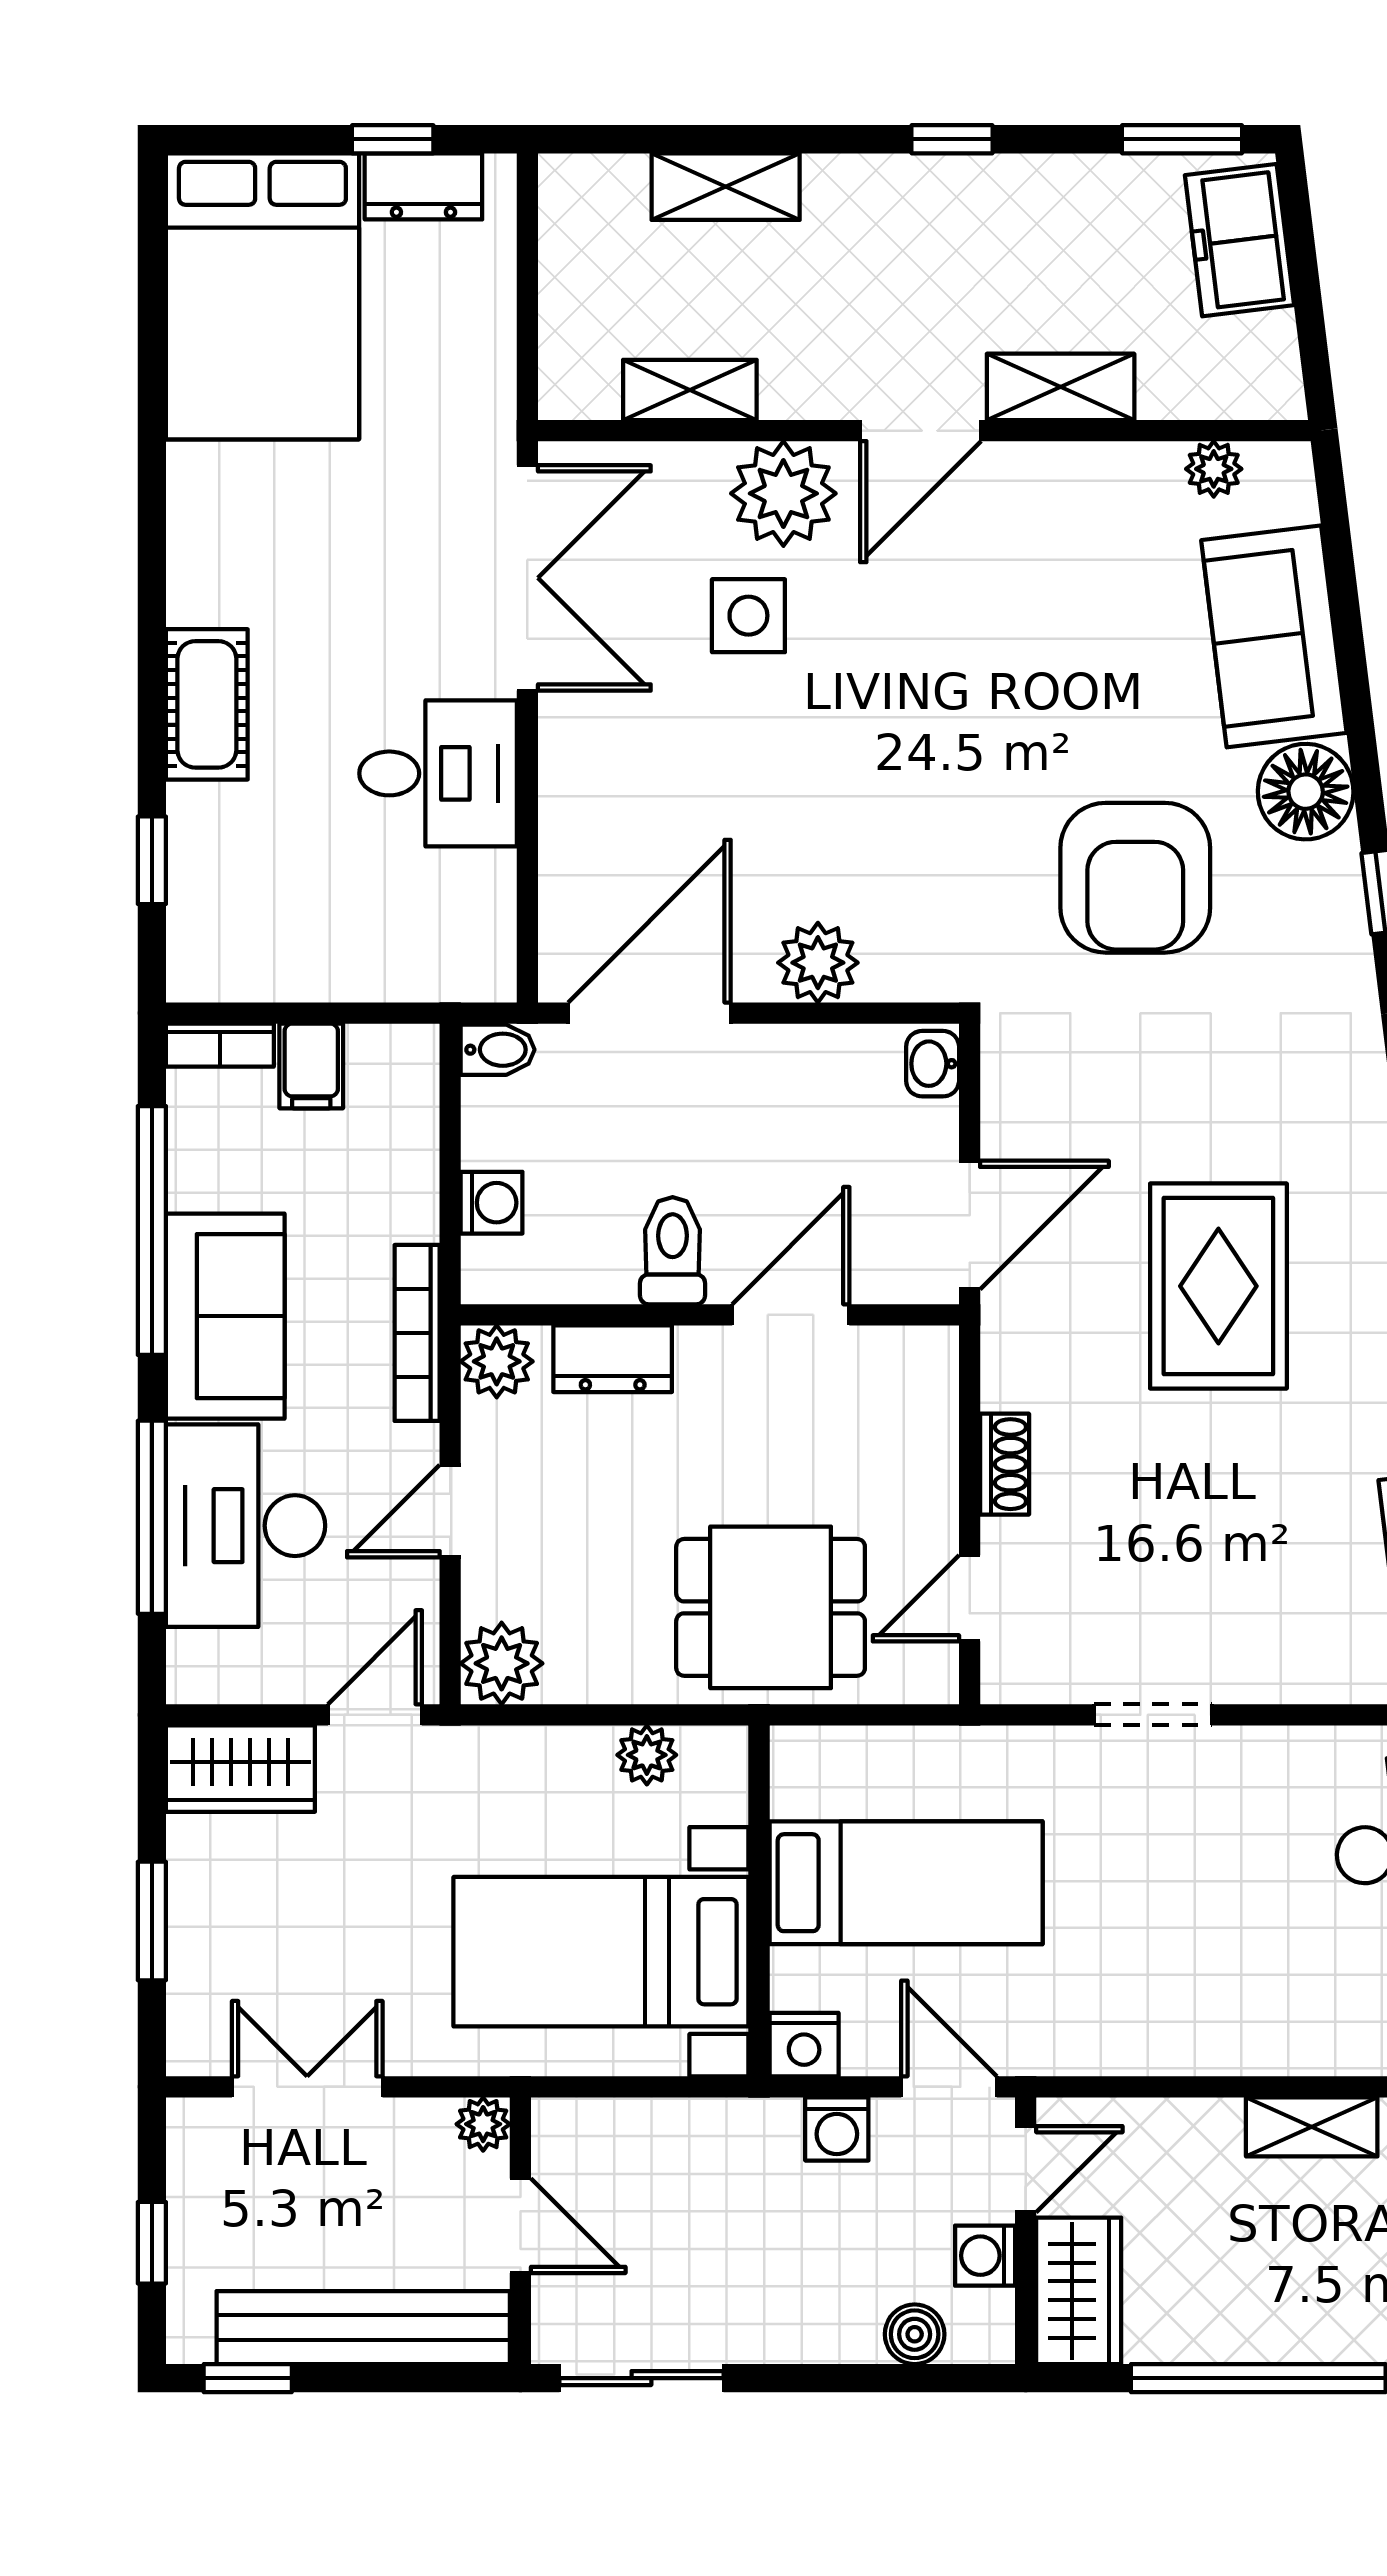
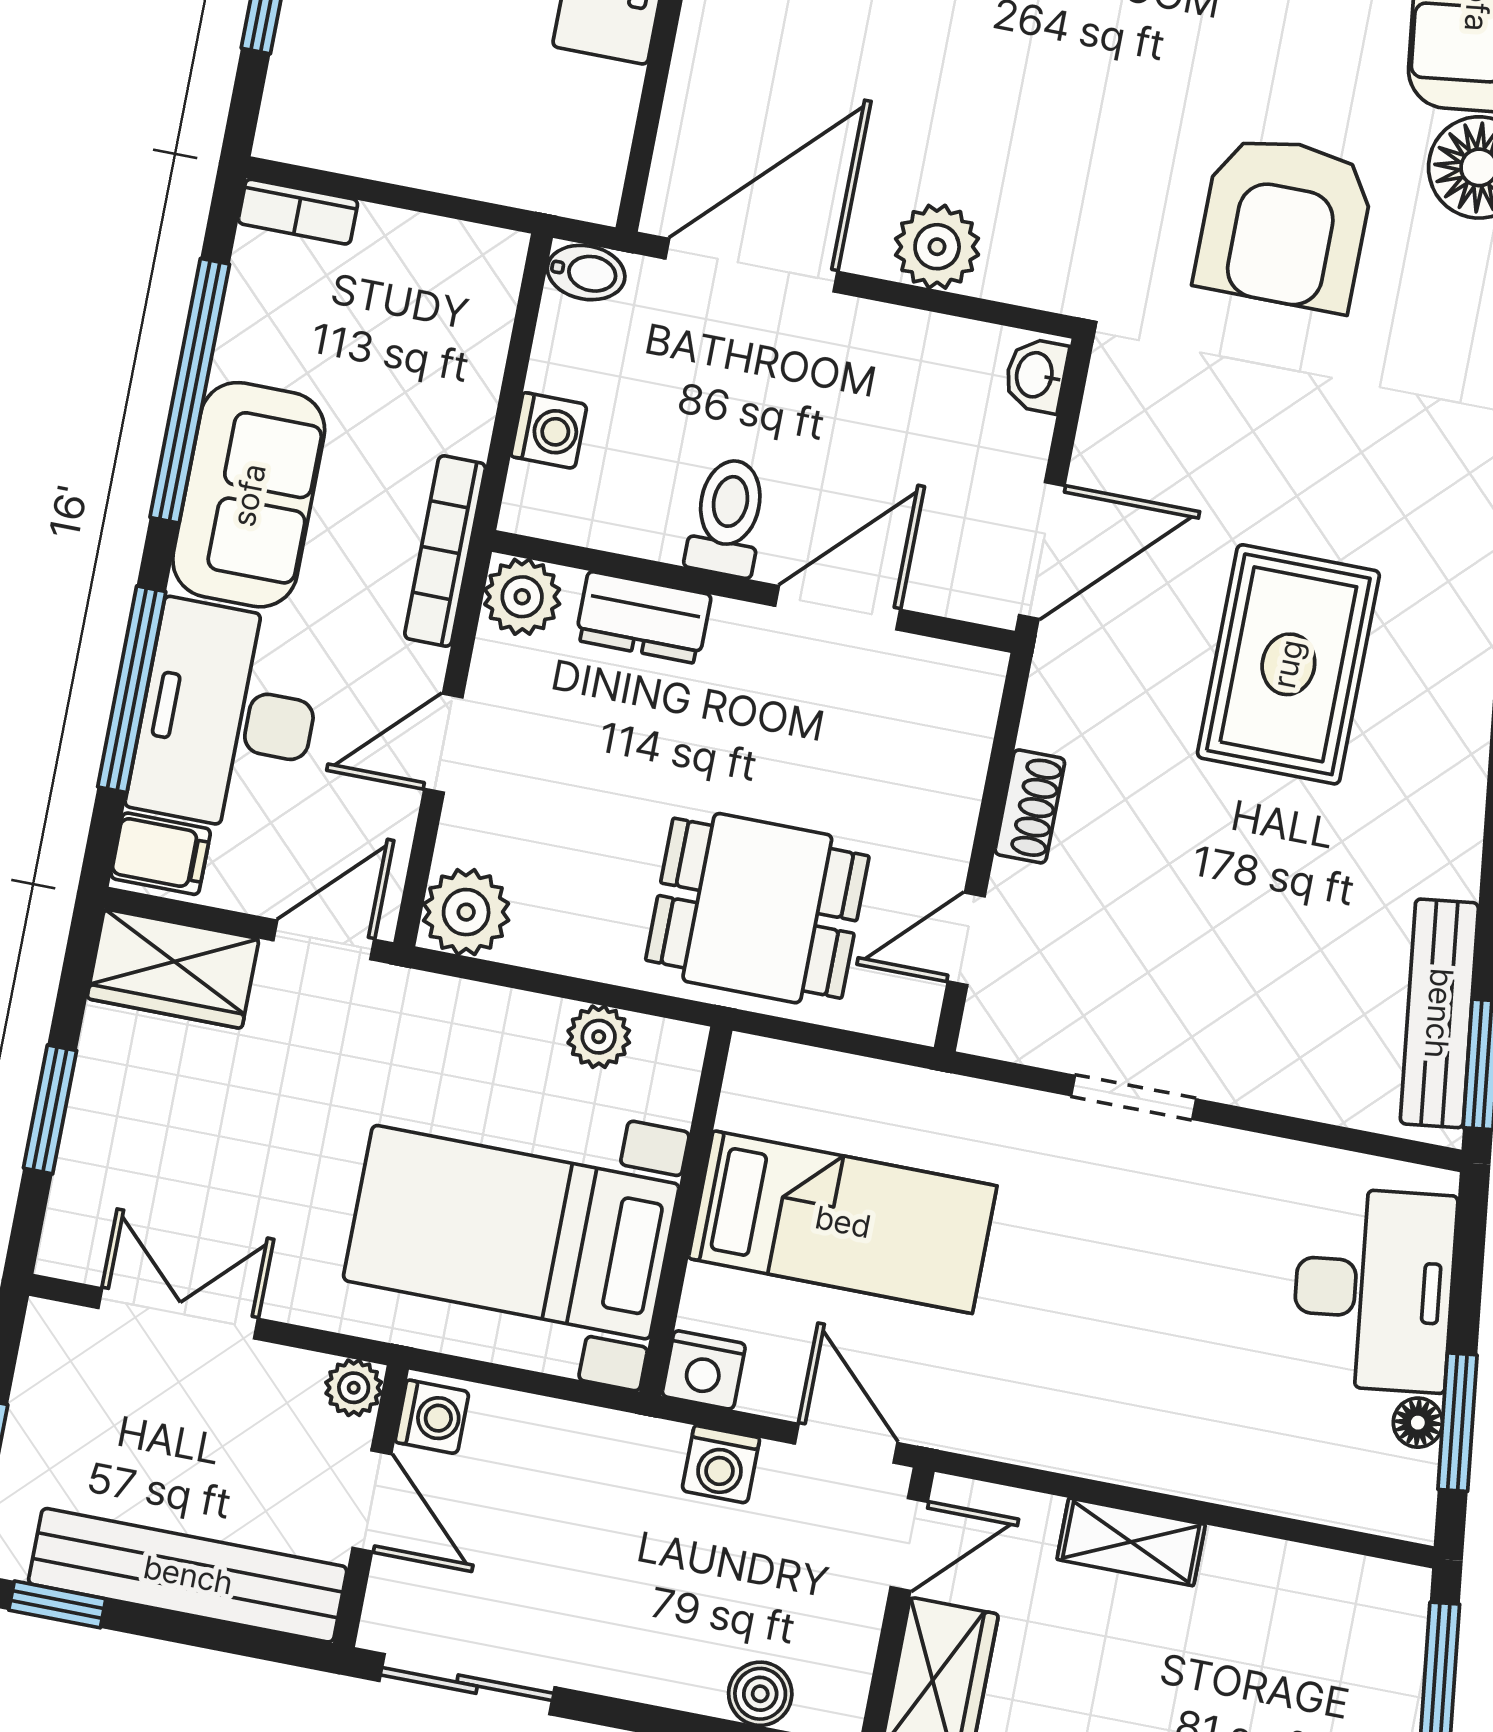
filing cabinet: (311, 1066) -> (161, 854), moved, turned -90
shelving: (1312, 2127) -> (1131, 1542), moved
washing machine: (985, 2256) -> (432, 1417), moved, turned 180

